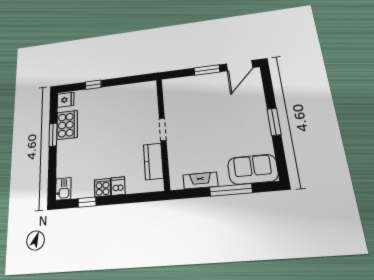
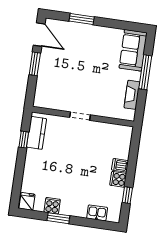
window: (93, 85) -> (24, 140), moved
window: (274, 122) -> (82, 19), moved
cooker: (67, 125) -> (52, 206), width x0.53, depth x0.76
kitchen counter: (153, 161) -> (37, 133), moved, turned -90
kitchen sink: (63, 189) -> (97, 213), moved

